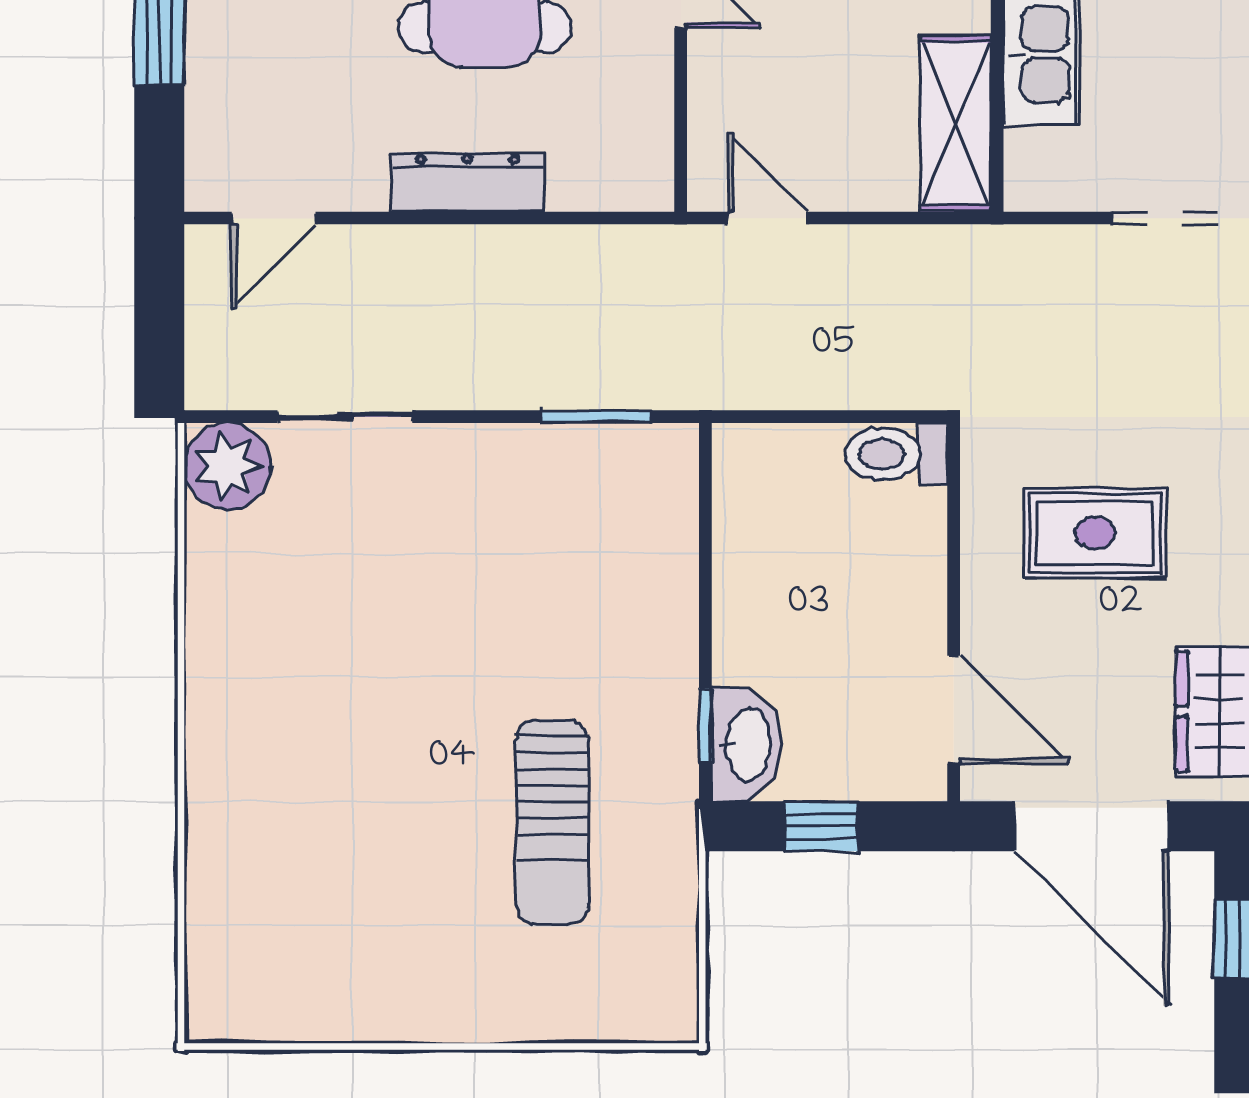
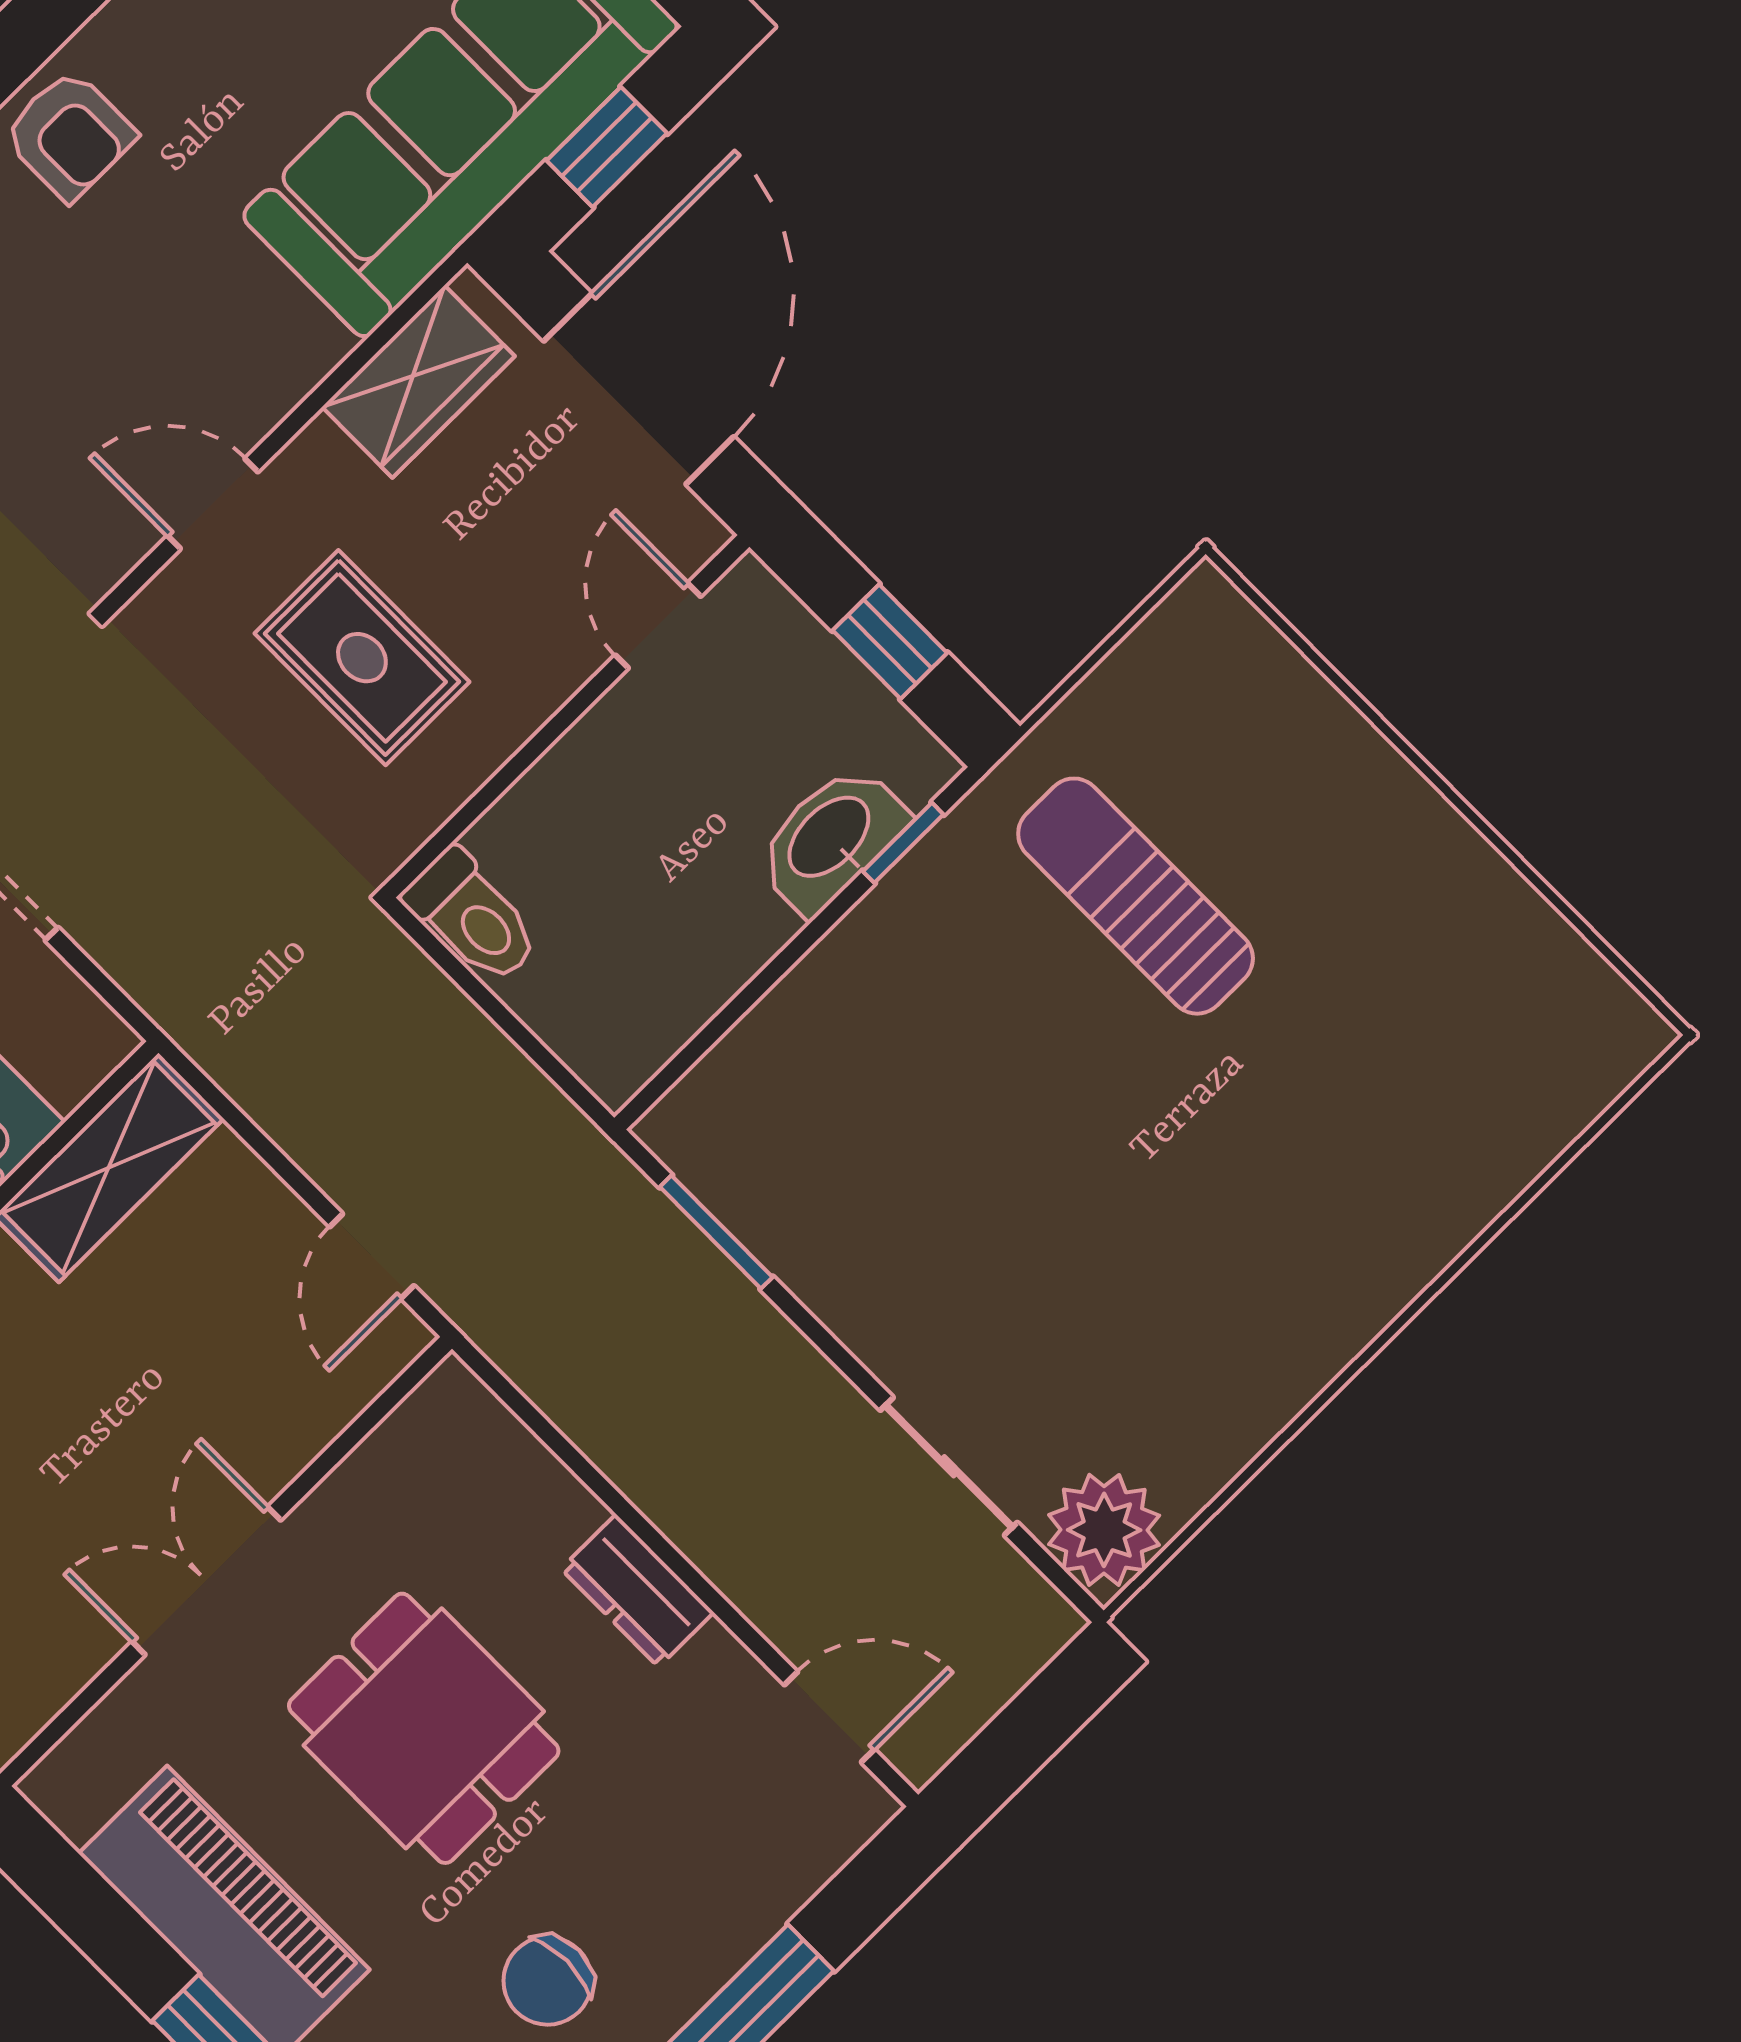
dresser: (468, 182) -> (637, 1591), width x0.70
door: (954, 710) -> (658, 626), width x0.73
washbasin: (746, 745) -> (831, 839), moved
sun lounger: (552, 822) -> (1136, 896), turned -90

